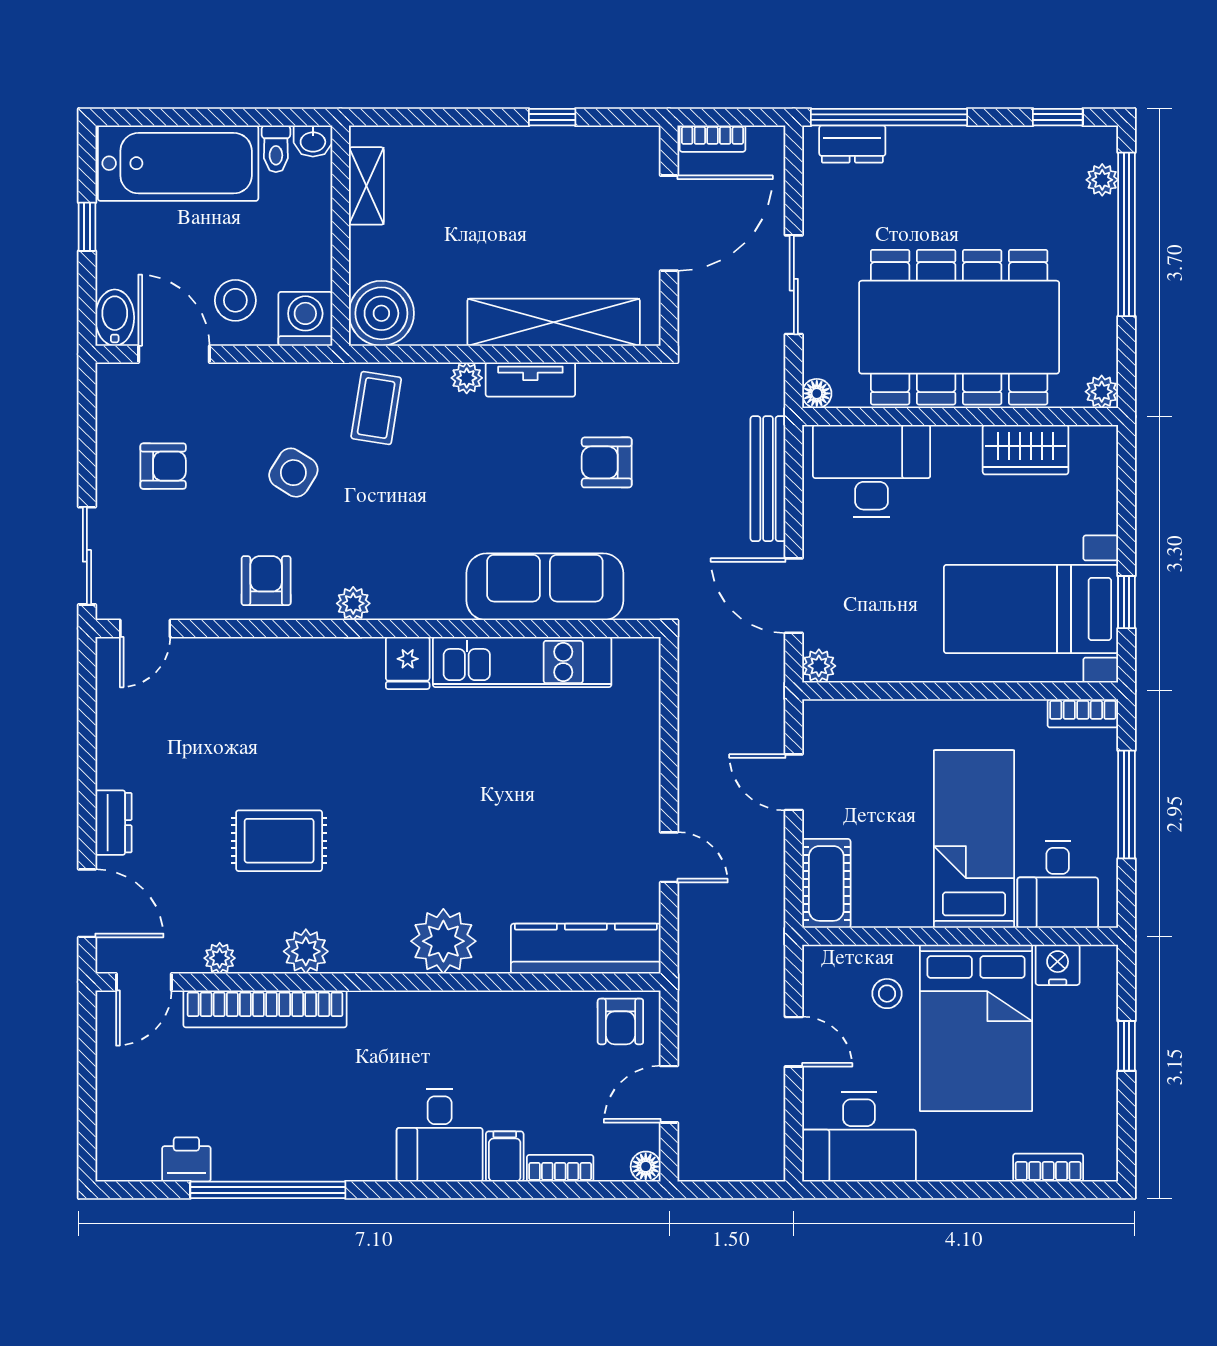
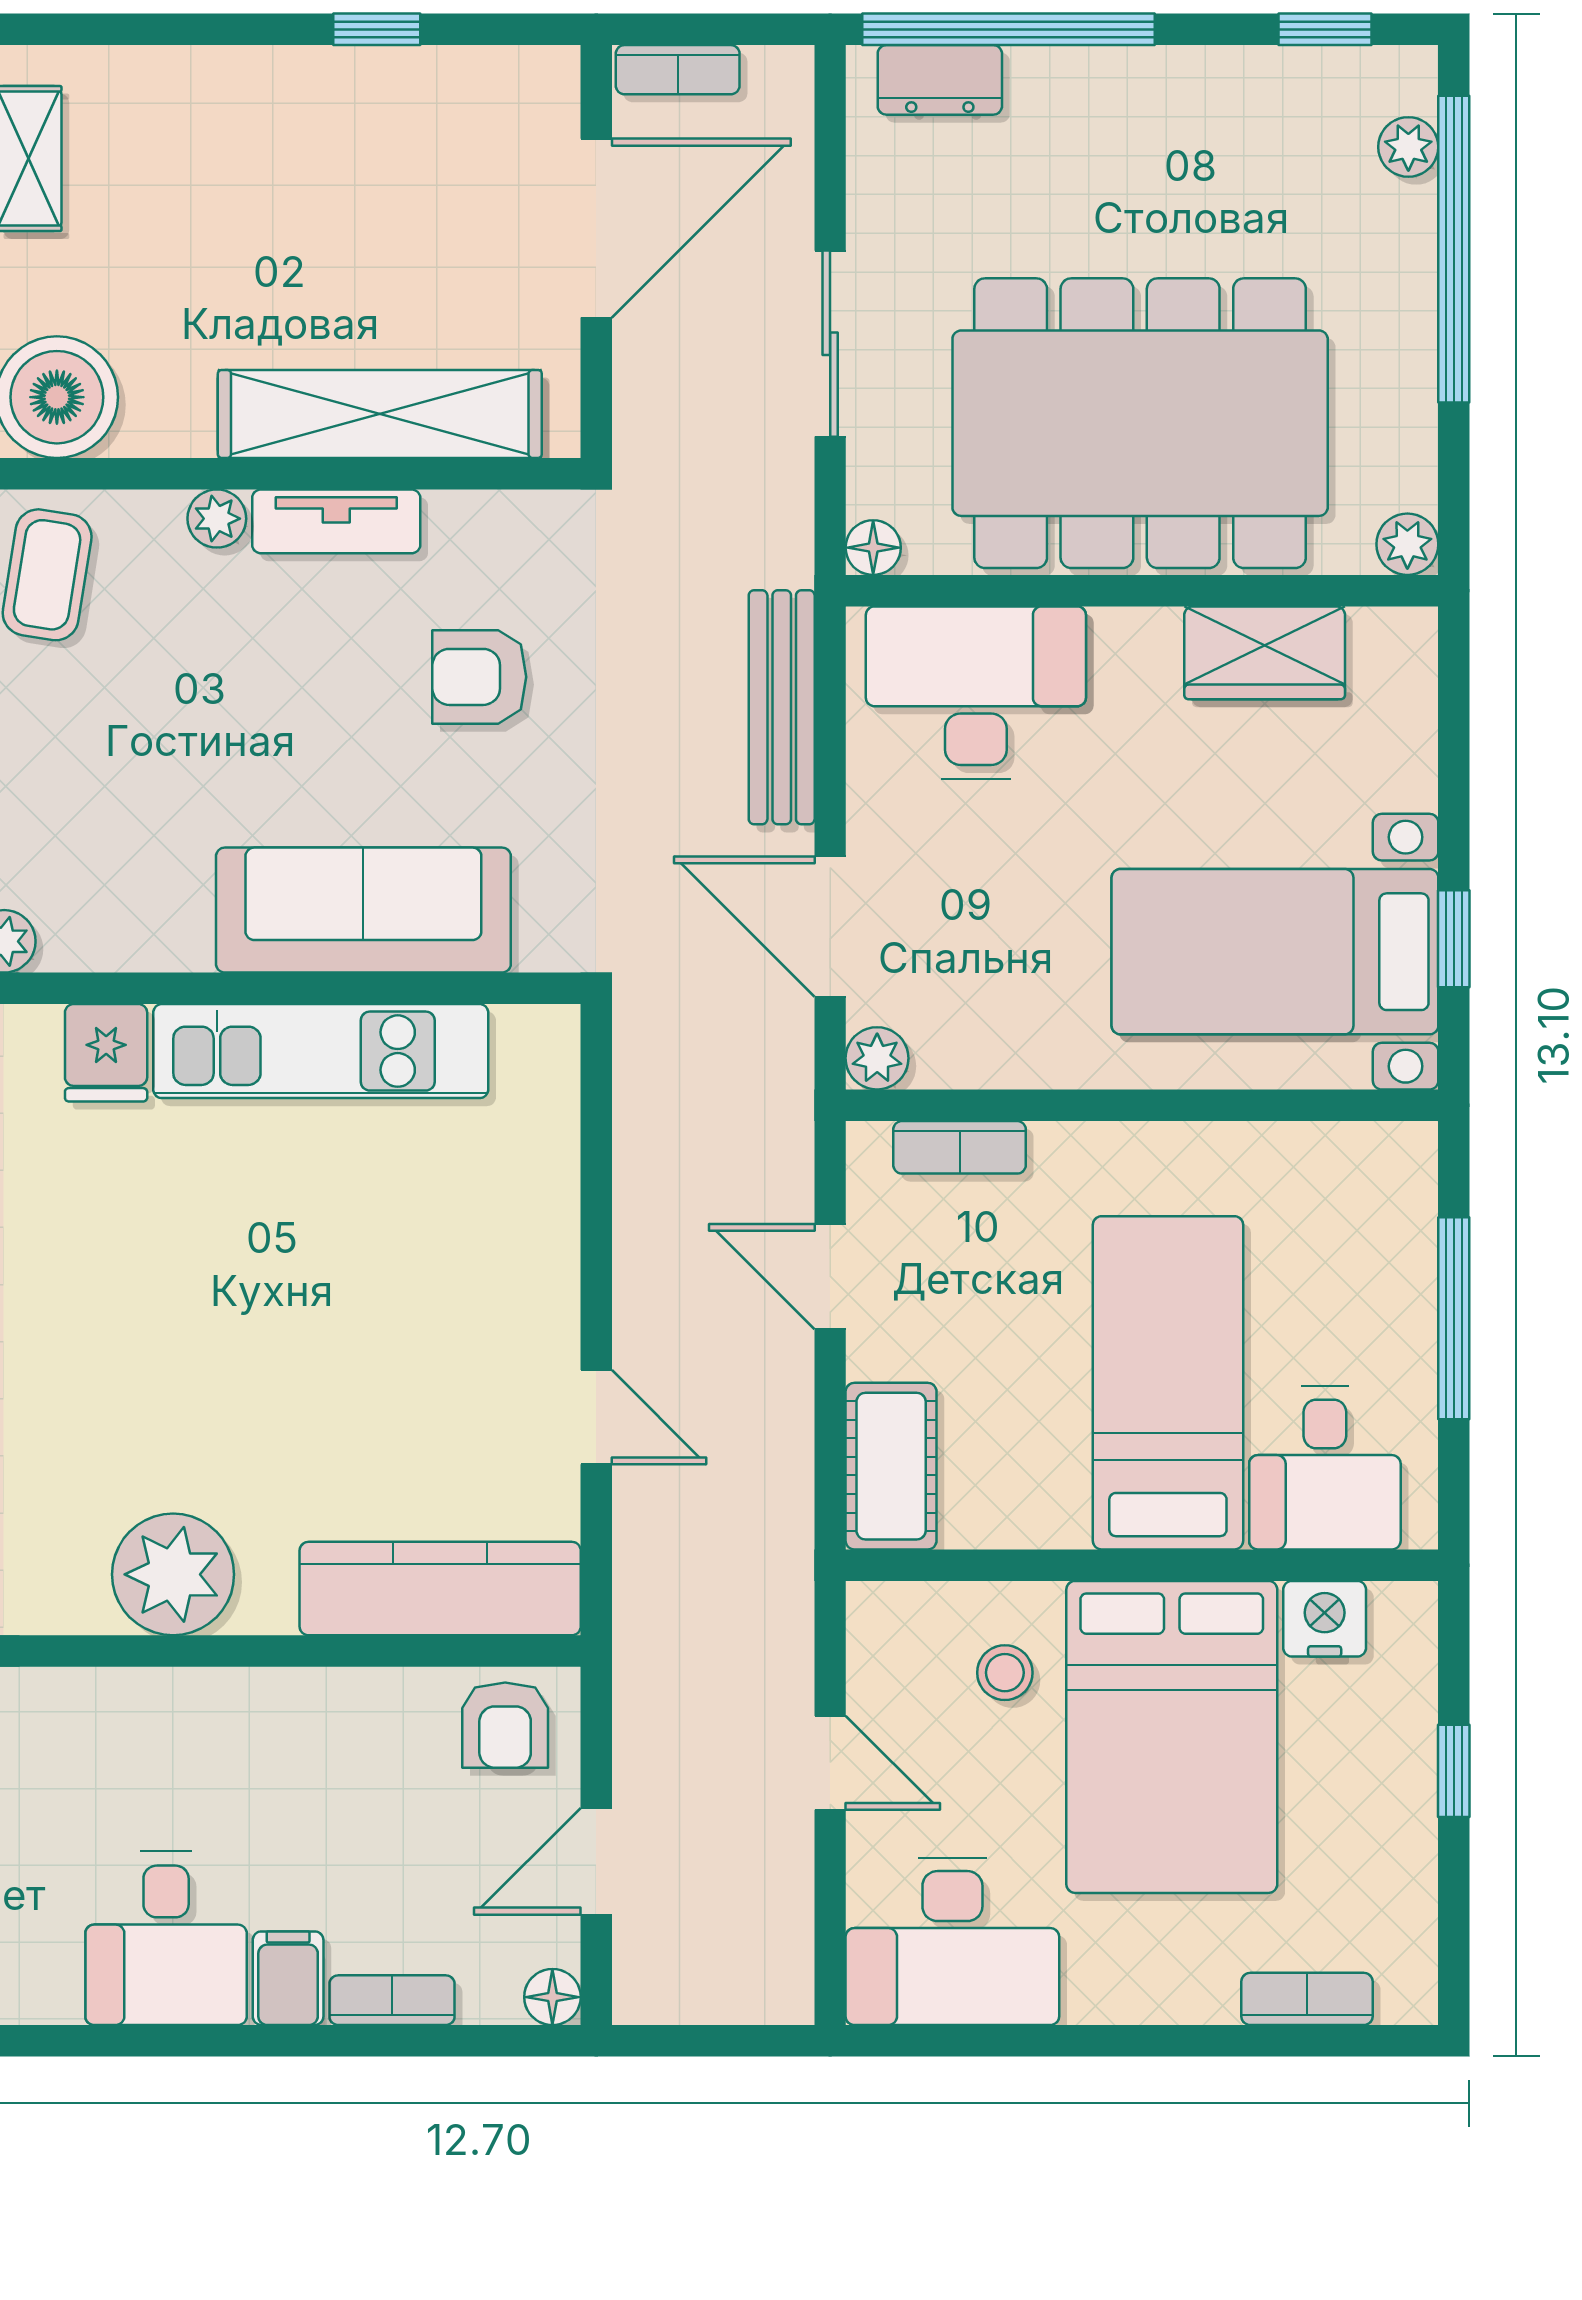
bookcase: (1083, 713) -> (960, 1147), moved

